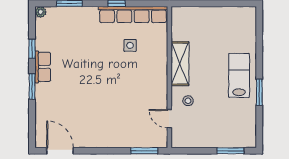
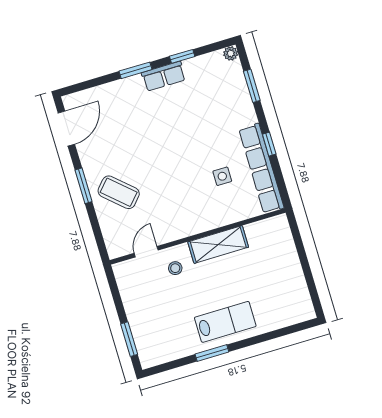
coffee table: (119, 126) -> (119, 192), added
window: (144, 151) -> (83, 186), moved

